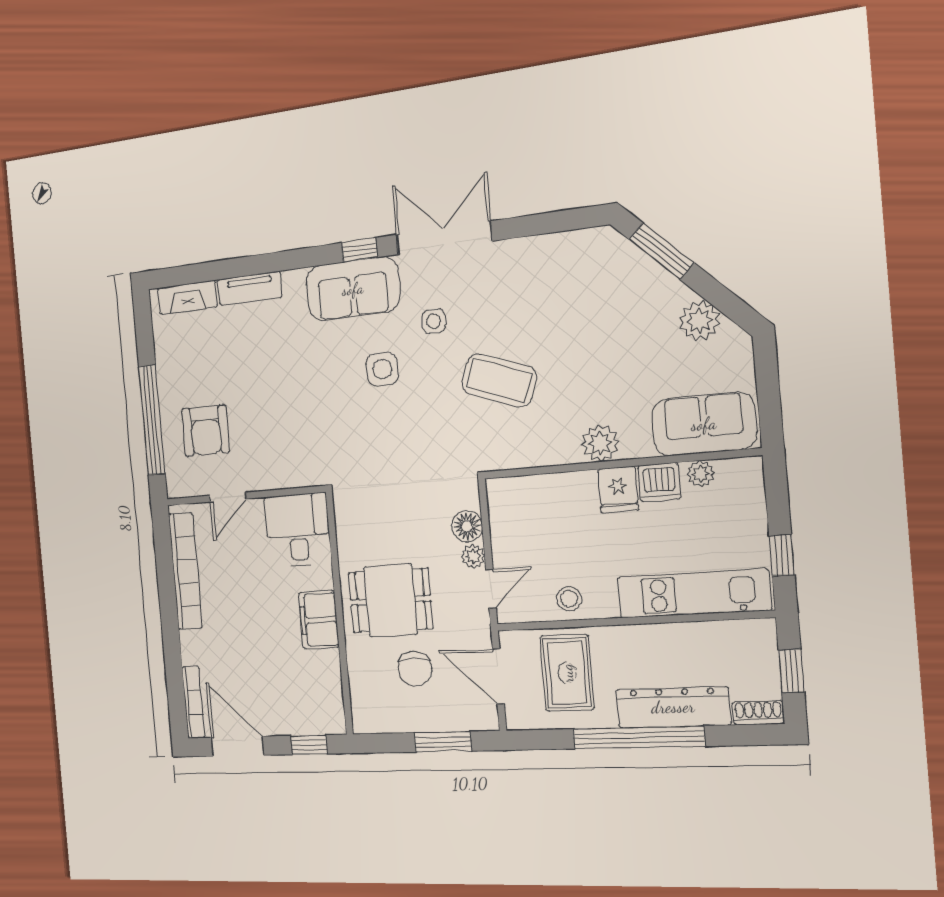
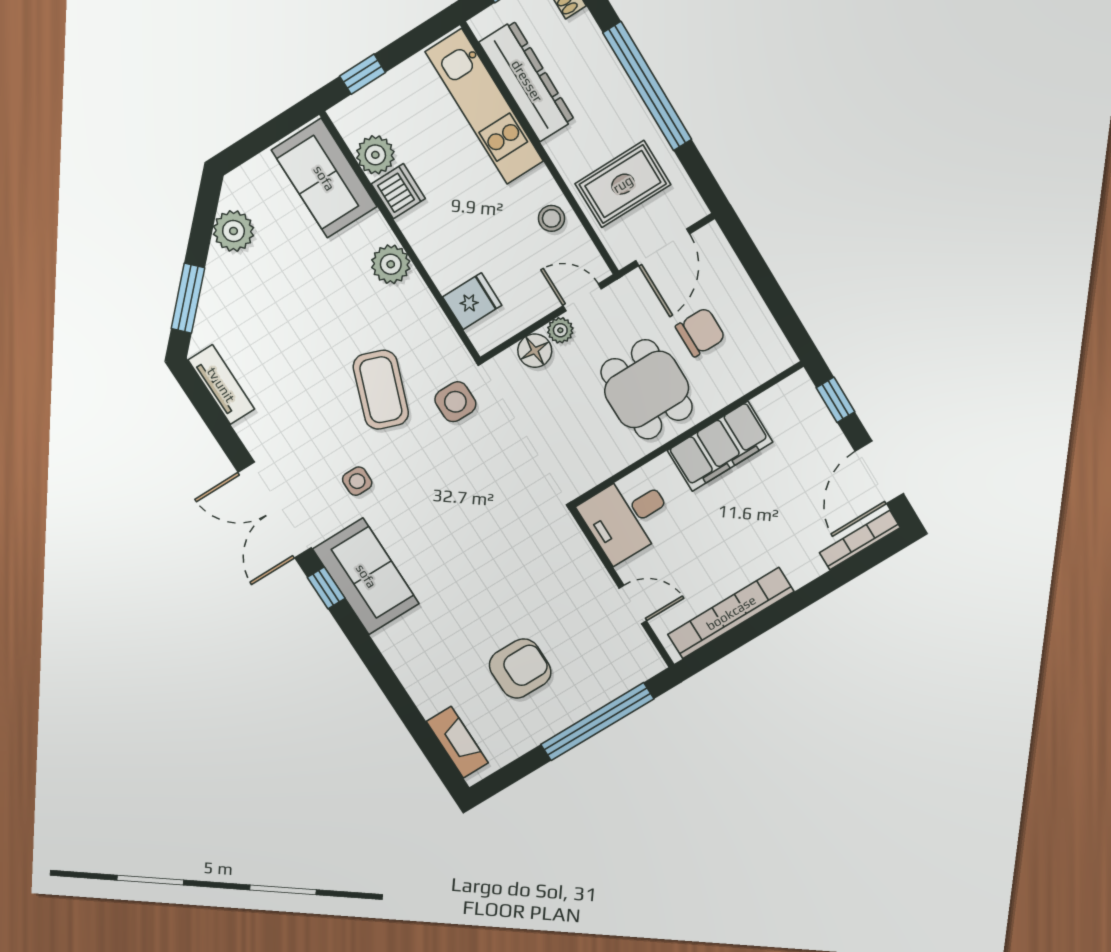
tv unit: (250, 288) -> (221, 385), moved
side table: (382, 369) -> (455, 402), moved
armchair: (206, 431) -> (520, 669), moved
plant: (701, 474) -> (375, 155), width x1.38, depth x1.38
fridge: (618, 489) -> (472, 301), moved
window: (782, 555) -> (363, 74), moved
filing cabinet: (319, 620) -> (720, 446), width x1.50, depth x1.17
dresser: (673, 707) -> (527, 81), moved, turned 180
window: (443, 742) -> (757, 269), removed

